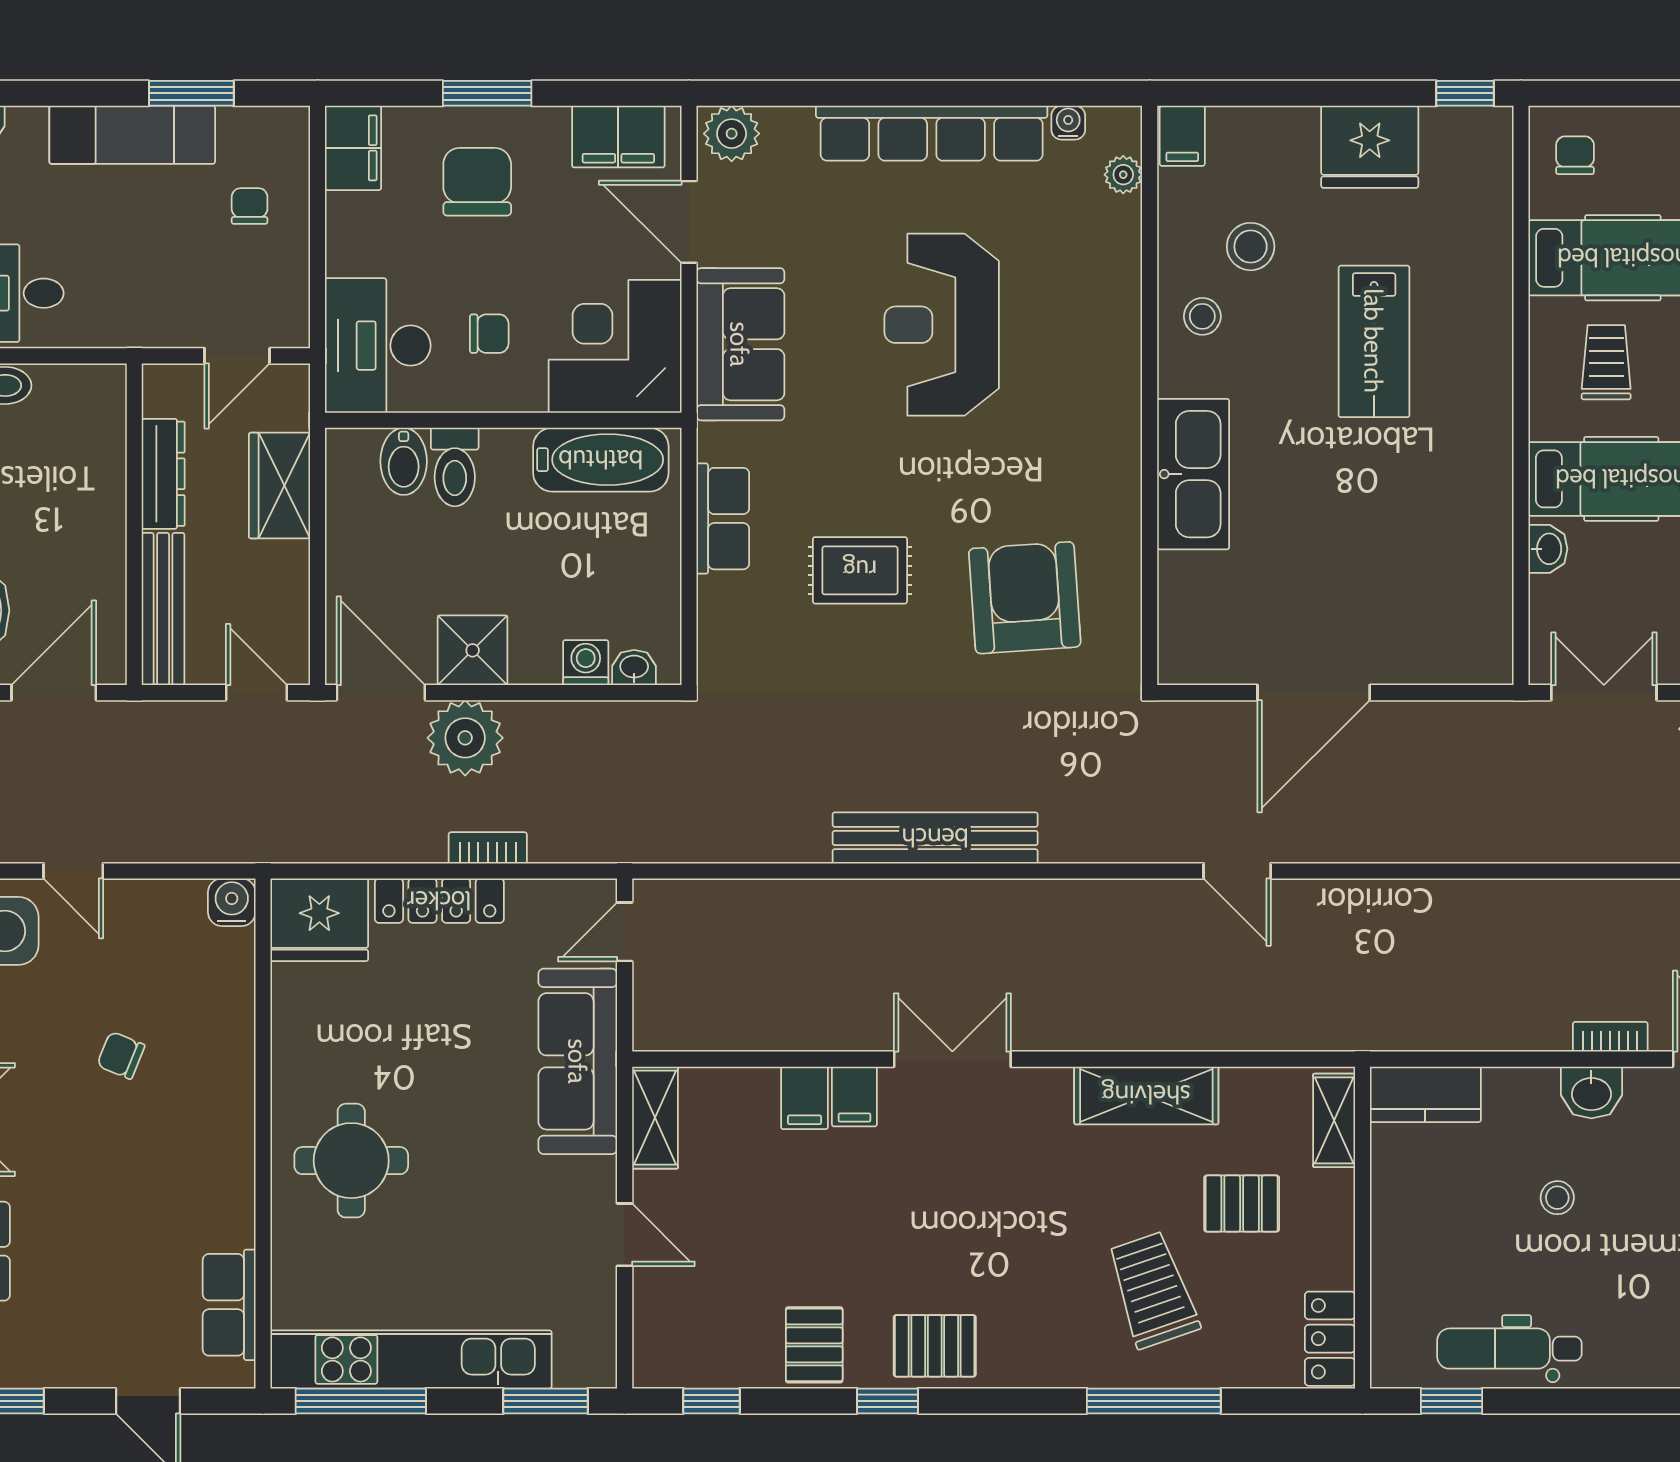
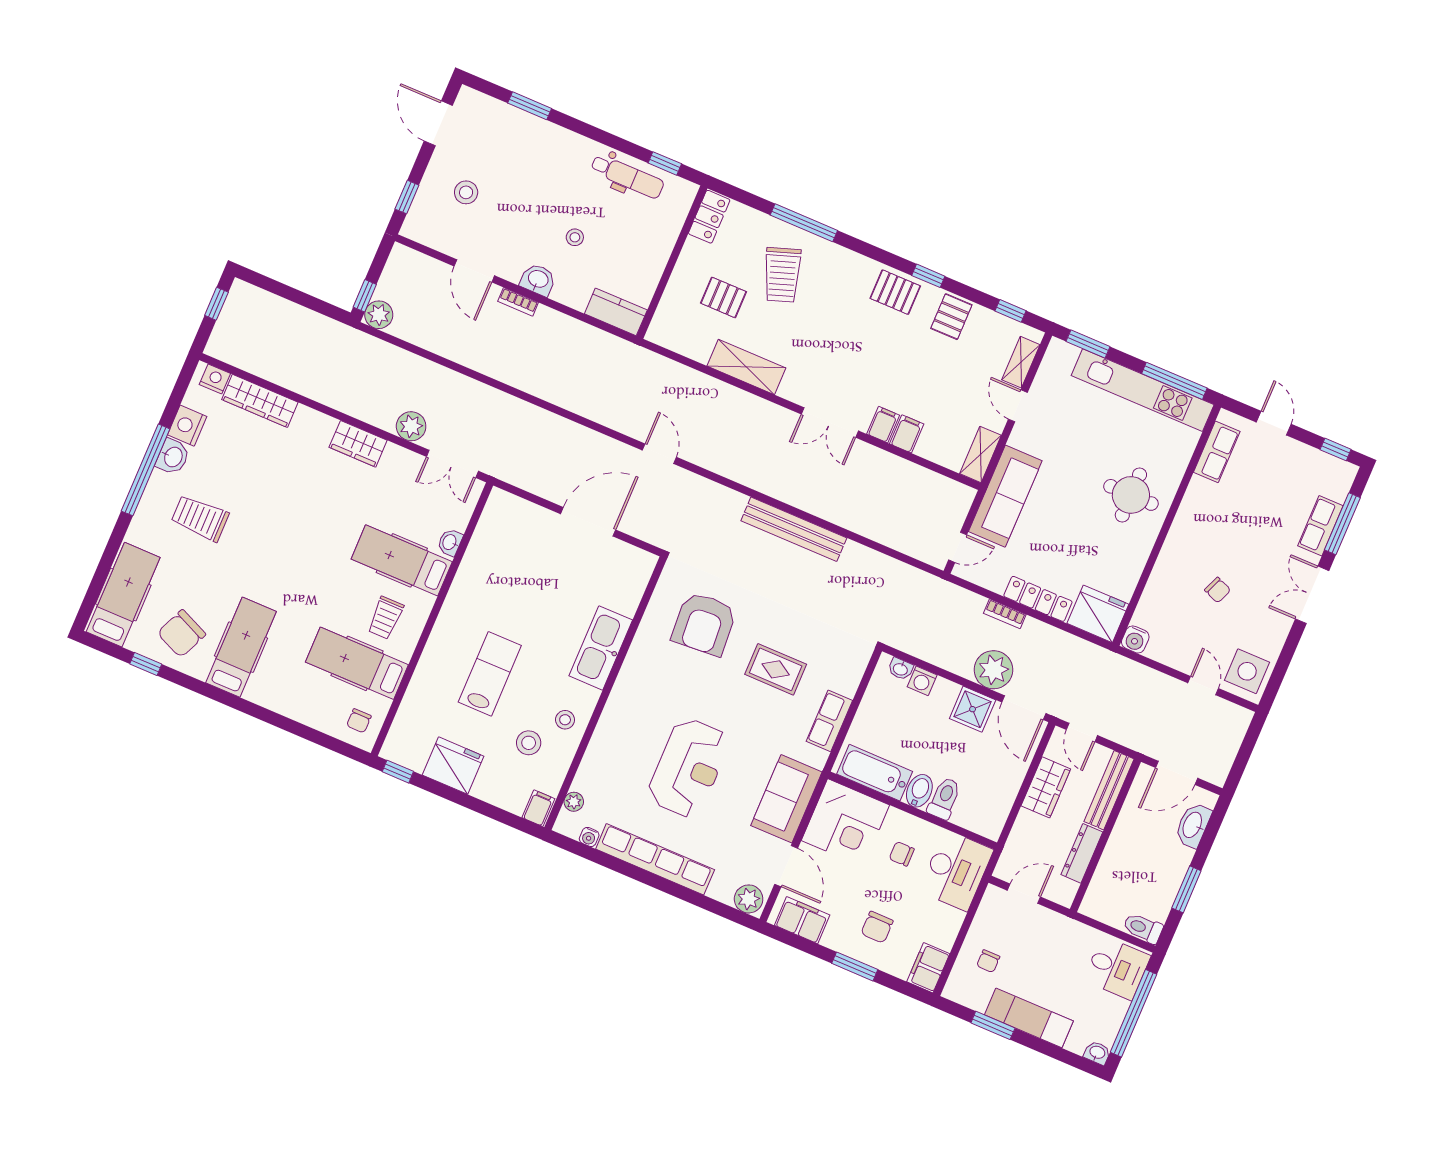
chair: (477, 182) -> (877, 927), width x0.73, depth x0.73
bidet: (404, 461) -> (919, 791), moved
wardrobe: (279, 486) -> (1046, 787), moved
shelving: (1334, 1120) -> (1021, 362), moved

